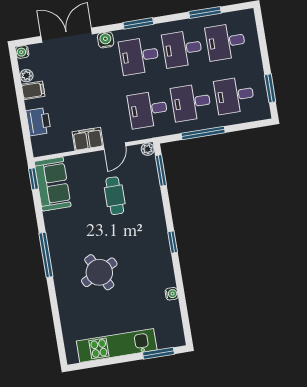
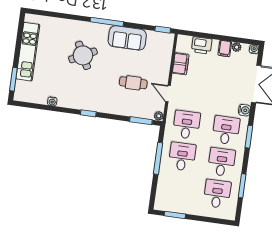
desk: (234, 95) -> (178, 188), removed
filing cabinet: (88, 139) -> (181, 64), moved
sofa: (53, 184) -> (127, 38), moved

